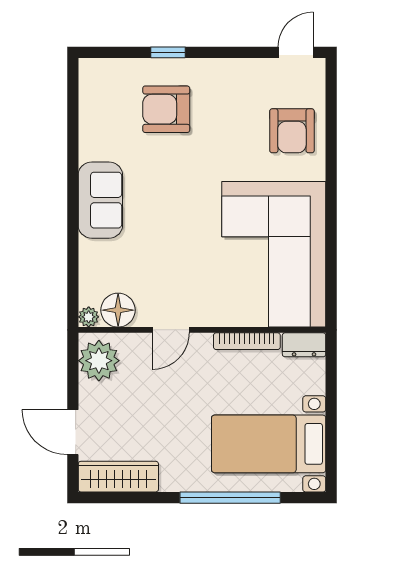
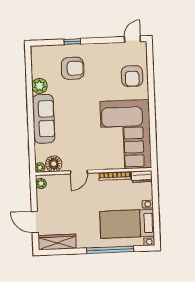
armchair: (166, 109) -> (73, 68), turned 180
plant: (94, 144) -> (39, 86), added
sofa: (100, 200) -> (44, 119), width x1.36
plant: (99, 361) -> (41, 184), width x0.53, depth x0.53

